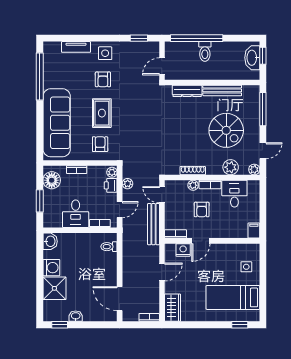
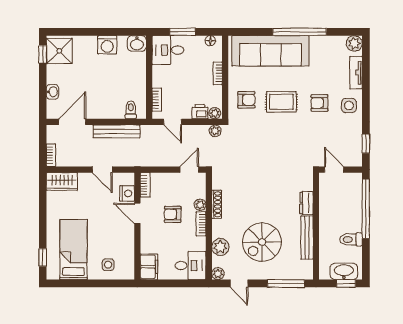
plant: (50, 48) -> (354, 43), added
toilet: (205, 51) -> (351, 239), moved
window: (40, 77) -> (300, 32), moved
dresser: (187, 91) -> (306, 203), width x0.70
floor lamp: (52, 180) -> (210, 41), width x0.53, depth x0.53
plant: (128, 184) -> (215, 131), moved
desk: (234, 194) -> (191, 266), moved
desk: (76, 214) -> (168, 50), moved
bench: (153, 224) -> (117, 131), moved
filing cabinet: (254, 231) -> (149, 267), width x2.00
shower: (54, 288) -> (59, 51), moved
washbasin: (76, 316) -> (52, 92), moved

